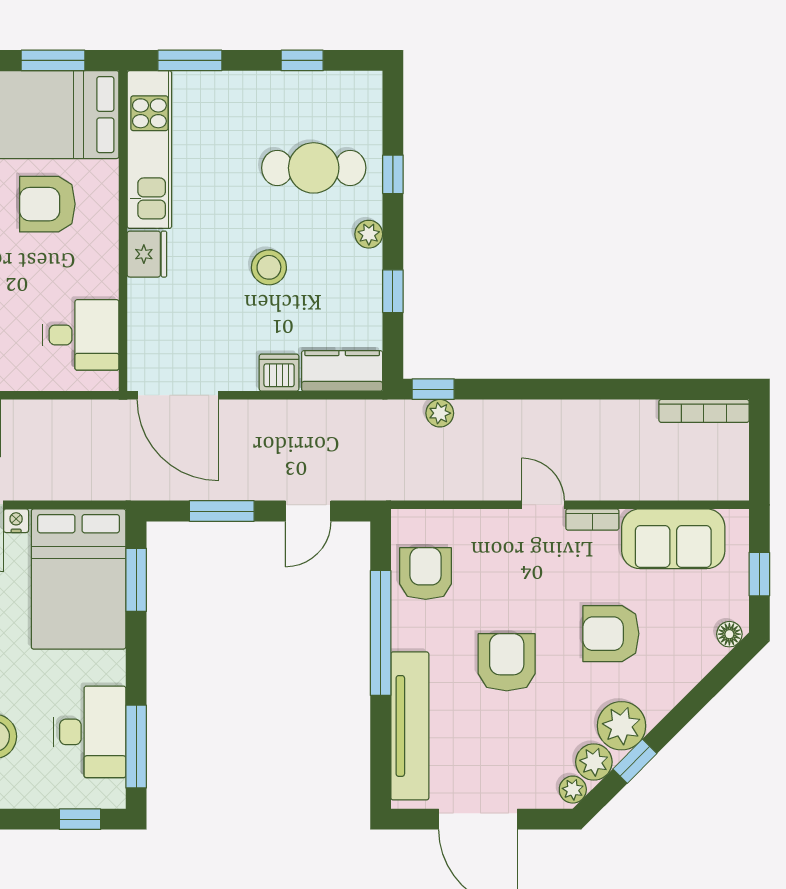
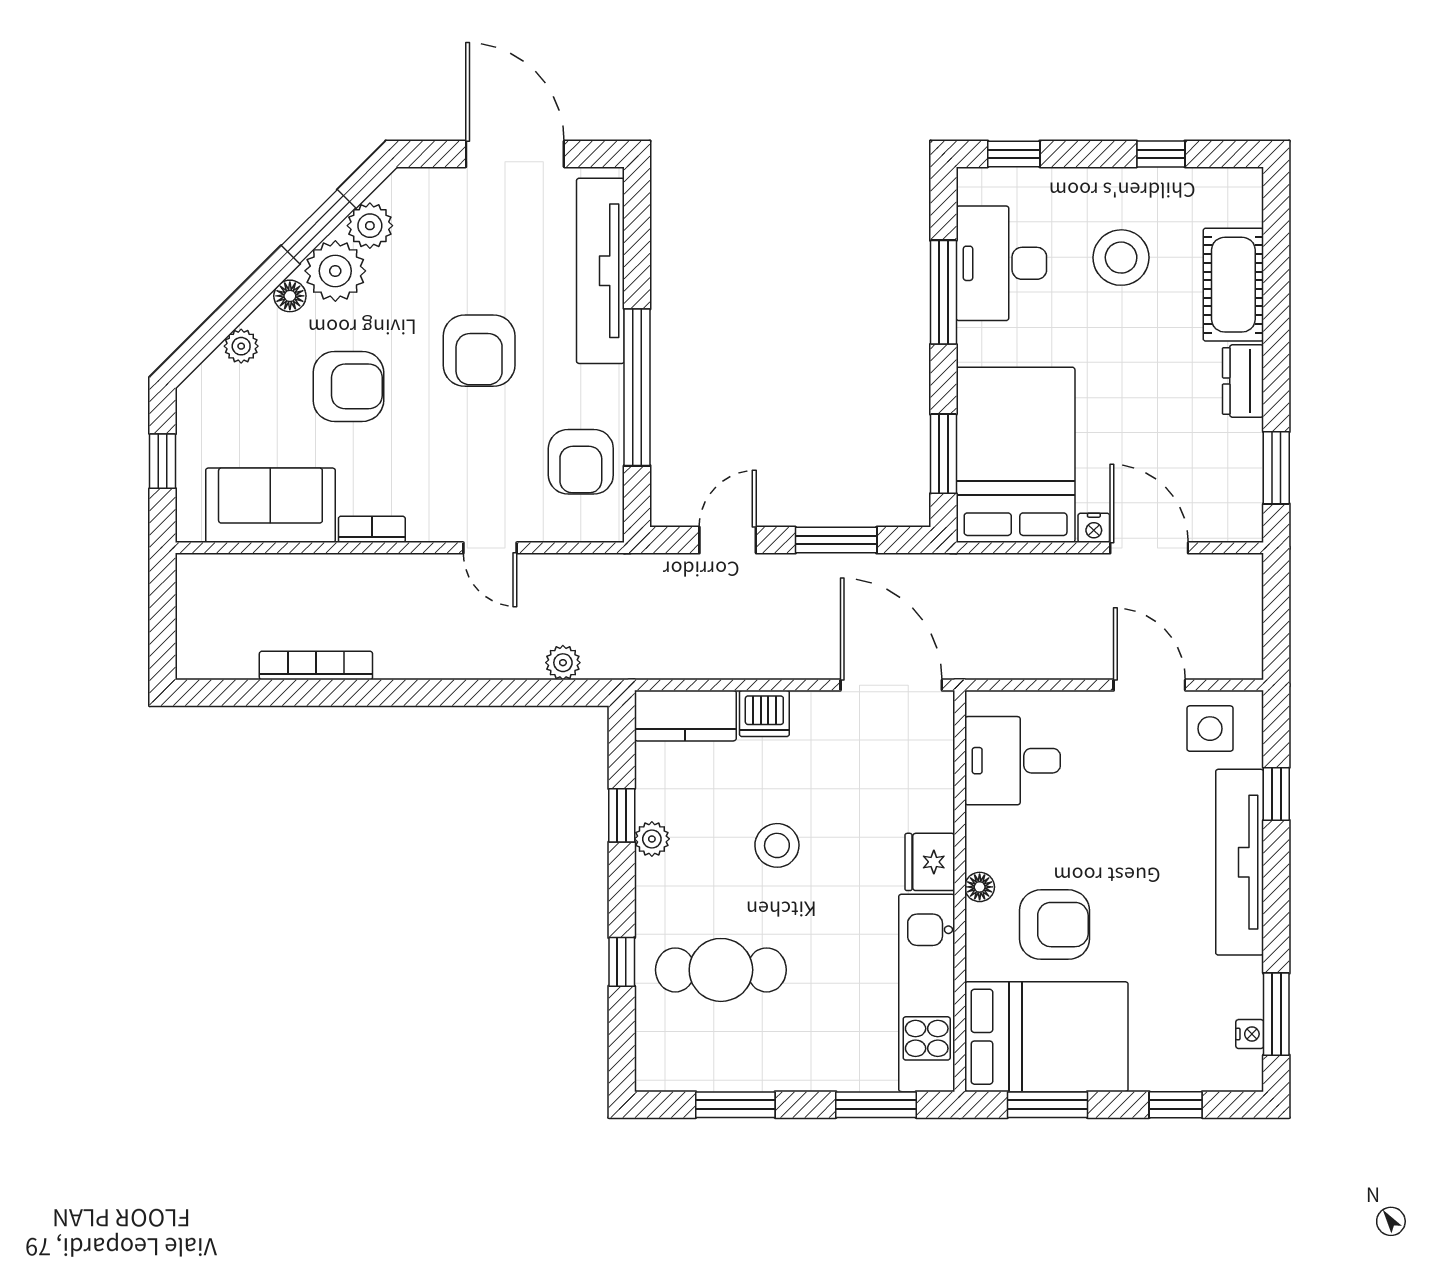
window: (302, 60) -> (735, 1105), width x1.50
floor lamp: (107, 234) -> (980, 887), added
plant: (369, 234) -> (652, 839), moved
window: (433, 389) -> (571, 693), removed
bookcase: (704, 411) -> (316, 665), moved
door: (543, 505) -> (490, 548), moved
floor lamp: (729, 634) -> (290, 296), moved
window: (136, 747) -> (943, 292), moved
window: (635, 761) -> (318, 227), width x1.50
plant: (573, 790) -> (241, 346), moved

